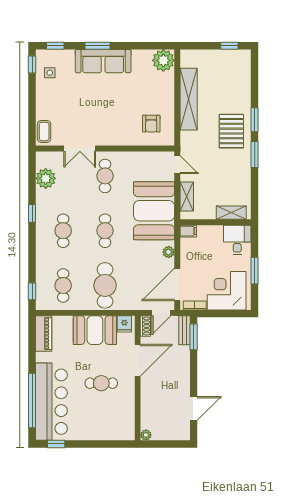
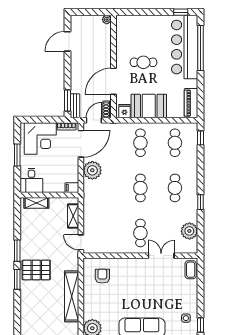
pallet: (231, 131) -> (36, 270), turned 90
booth: (154, 211) -> (100, 204), removed
plant: (169, 252) -> (92, 170), width x1.88, depth x1.88
cafe table: (105, 285) -> (140, 143), width x0.73, depth x0.74

